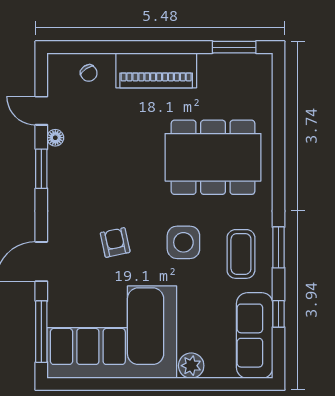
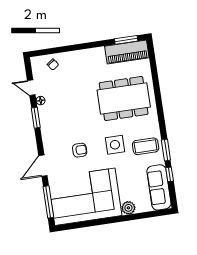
piano: (156, 70) -> (127, 52), moved
armchair: (115, 242) -> (80, 150), turned 102
window: (278, 247) -> (166, 150), moved
coffee table: (241, 254) -> (146, 146), turned 90

